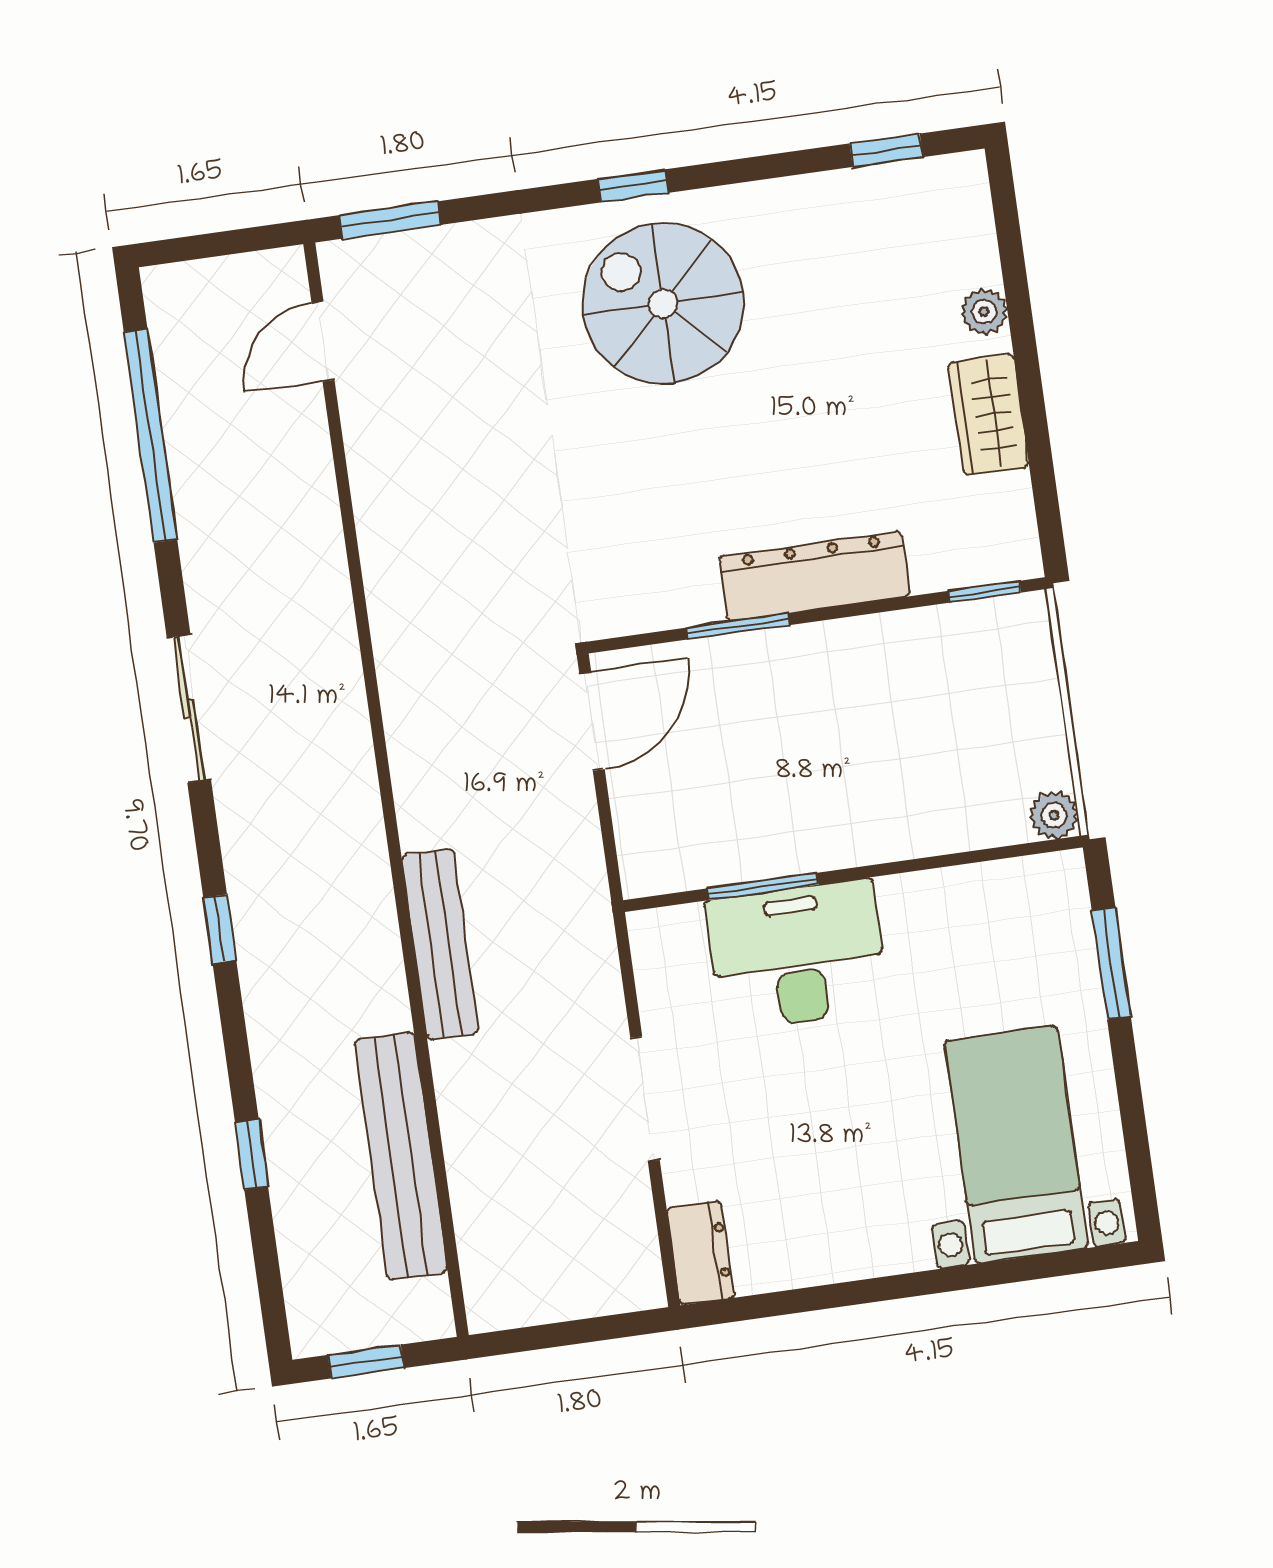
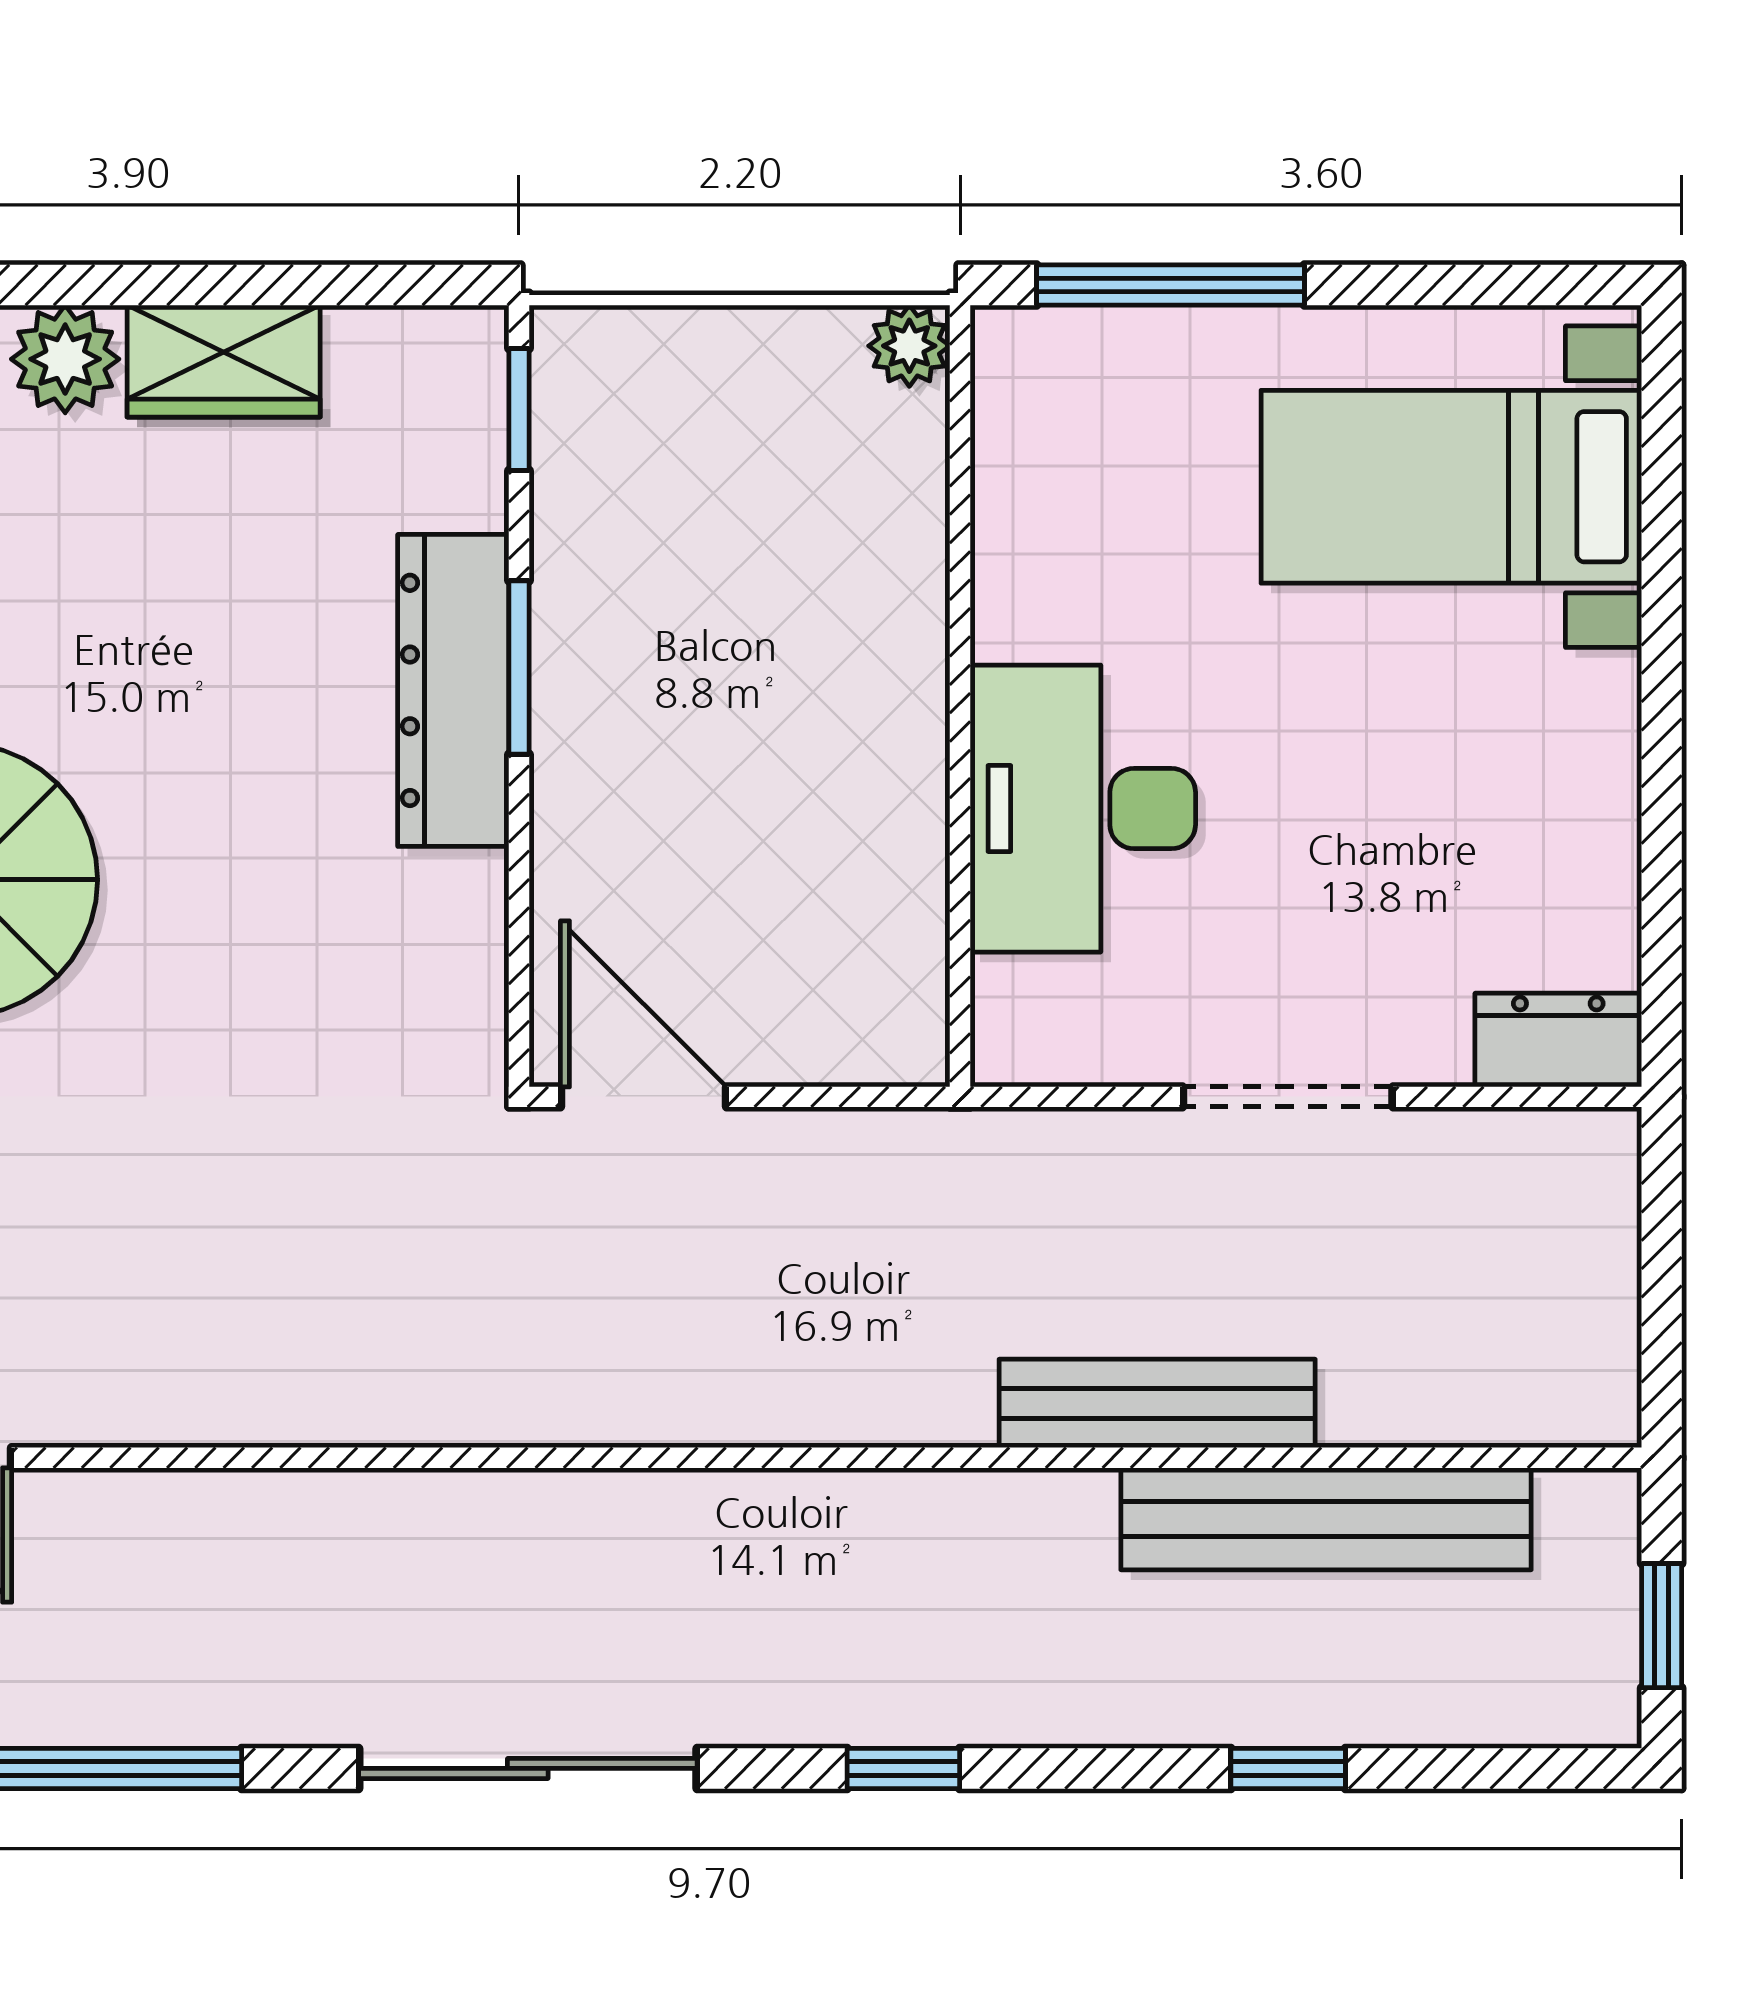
plant: (984, 312) -> (65, 359), width x1.38, depth x1.38
window: (738, 626) -> (519, 668), moved
sliding door: (189, 709) -> (528, 1768), width x1.37
window: (763, 886) -> (960, 850), removed
bench: (440, 944) -> (1157, 1403), moved
window: (1111, 963) -> (1170, 285), width x1.44

